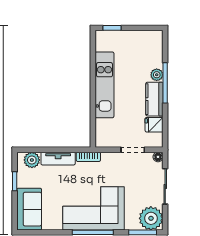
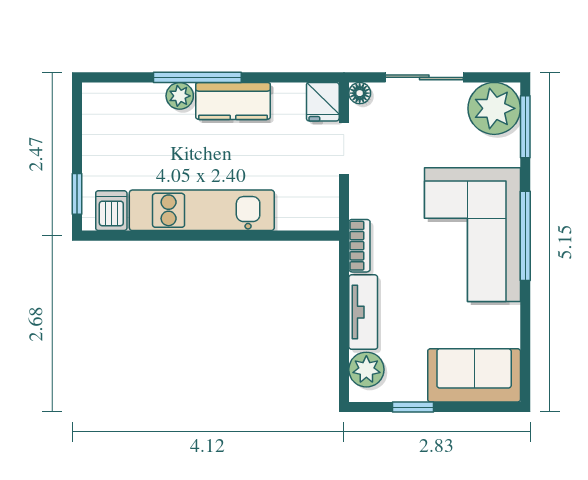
dishwasher: (104, 44) -> (111, 211), added
fridge: (154, 125) -> (323, 102), moved

